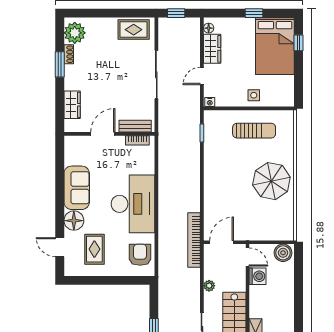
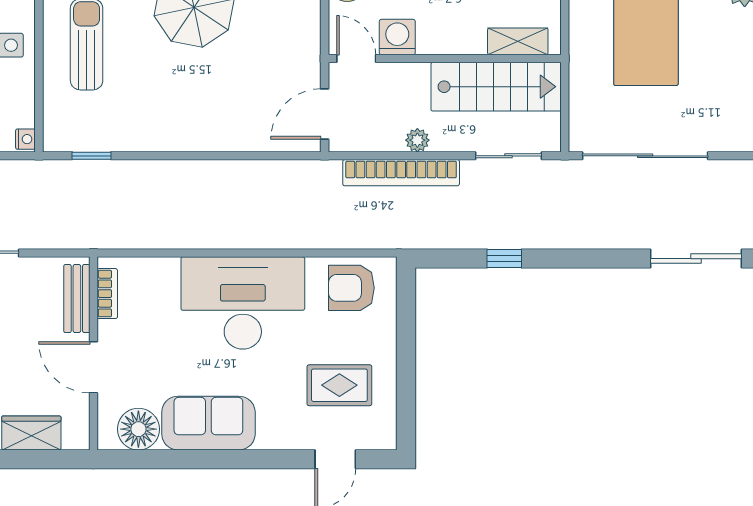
floor lamp: (74, 221) -> (138, 429), moved
bookcase: (194, 240) -> (401, 173), moved
door: (222, 242) -> (325, 114), hinge flipped
door: (248, 257) -> (356, 59), hinge flipped

